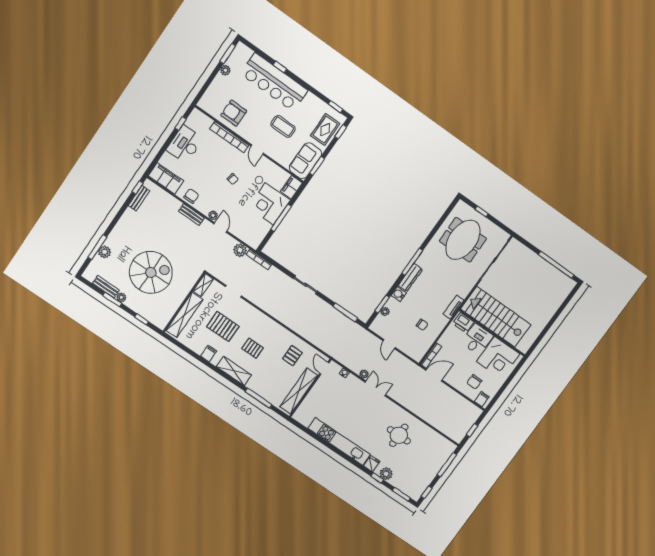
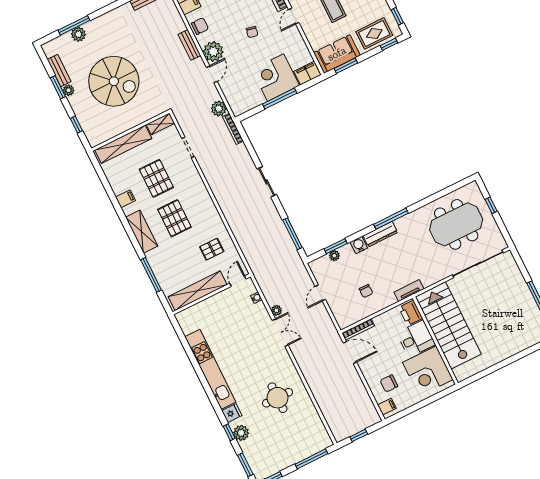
plant: (213, 215) -> (213, 51), width x1.87, depth x1.87
pallet: (253, 348) -> (174, 218), width x1.50, depth x1.42

